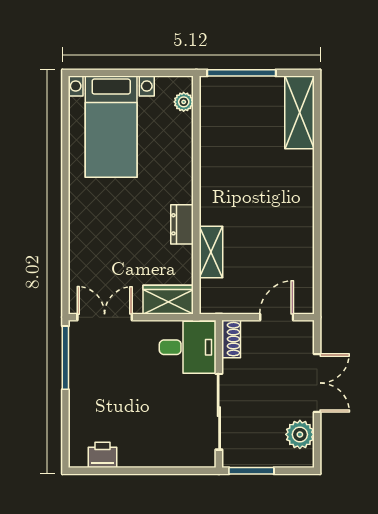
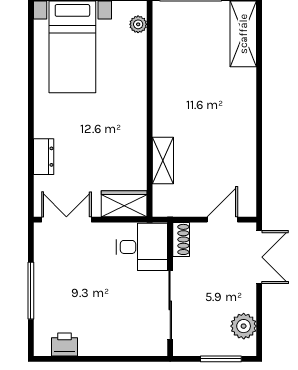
dresser: (182, 224) -> (44, 157), moved, turned 180
window: (65, 358) -> (31, 291), moved
double door: (317, 383) -> (259, 257), moved
window: (251, 471) -> (221, 359), moved

